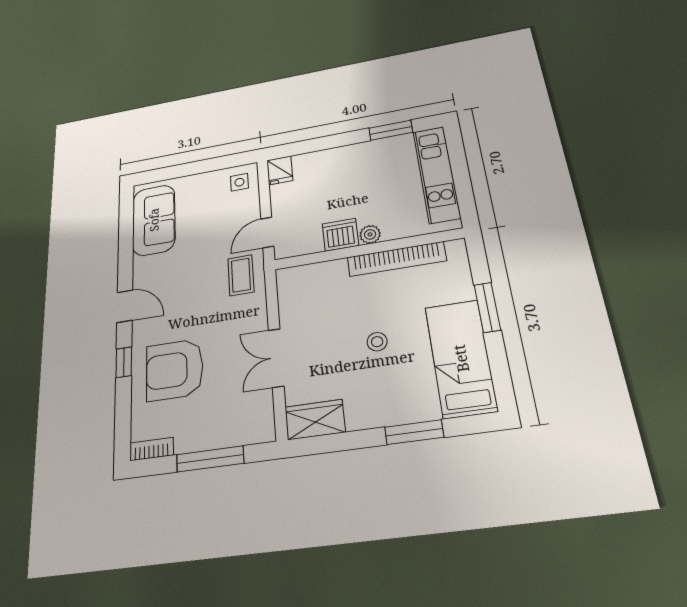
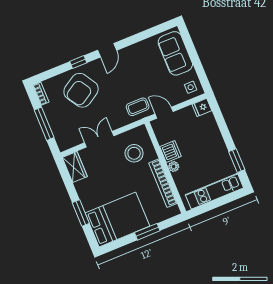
sofa: (154, 220) -> (175, 53), moved, turned 90
stool: (377, 342) -> (134, 153), moved, width x1.89, depth x1.89
bed: (461, 358) -> (117, 220), width x1.50
armchair: (175, 370) -> (81, 90), turned -122

